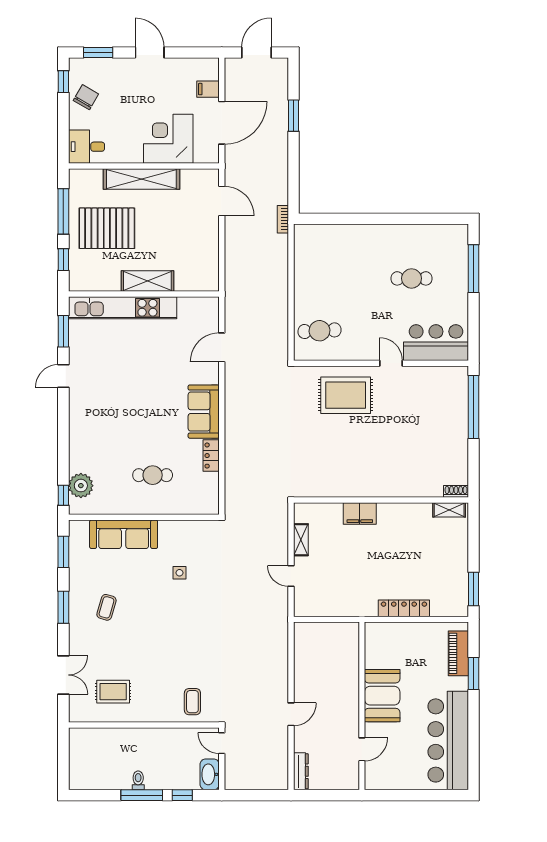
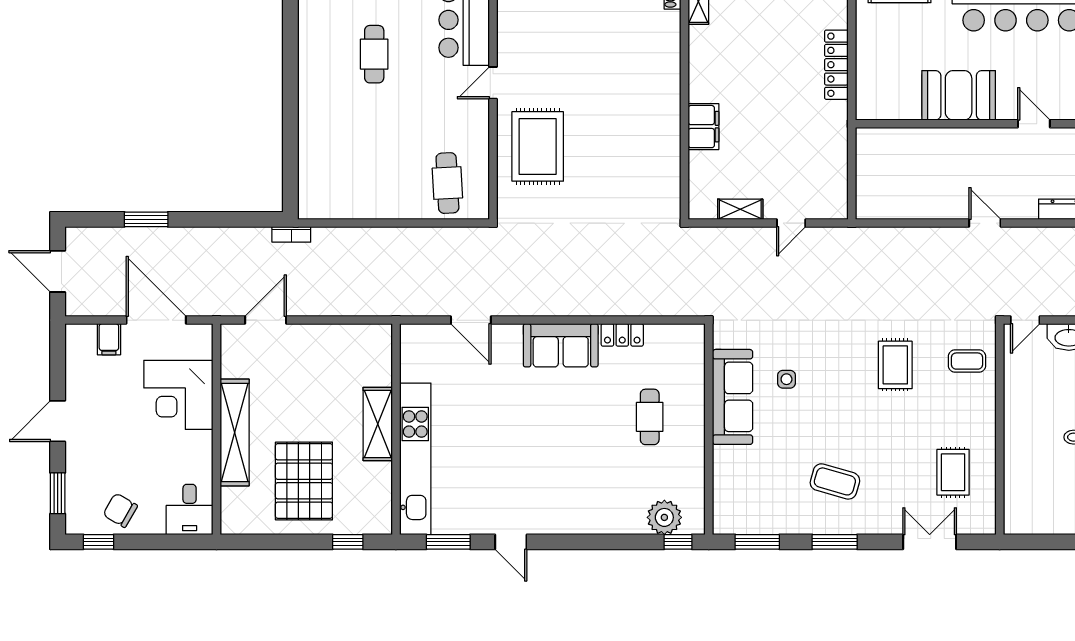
window: (63, 211) -> (280, 542), removed
sofa: (124, 534) -> (733, 397), moved
coffee table: (106, 607) -> (835, 481), width x1.36, depth x1.30
rug: (190, 650) -> (895, 365), added

